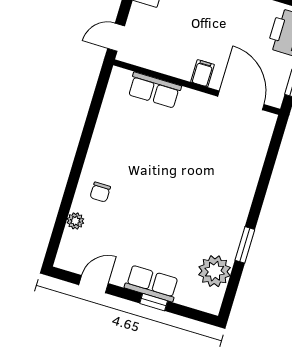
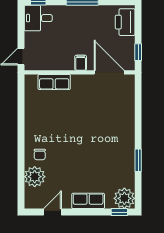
plant: (75, 221) -> (35, 177), width x1.88, depth x1.88
plant: (215, 271) -> (124, 198), moved
window: (154, 302) -> (119, 212), moved

